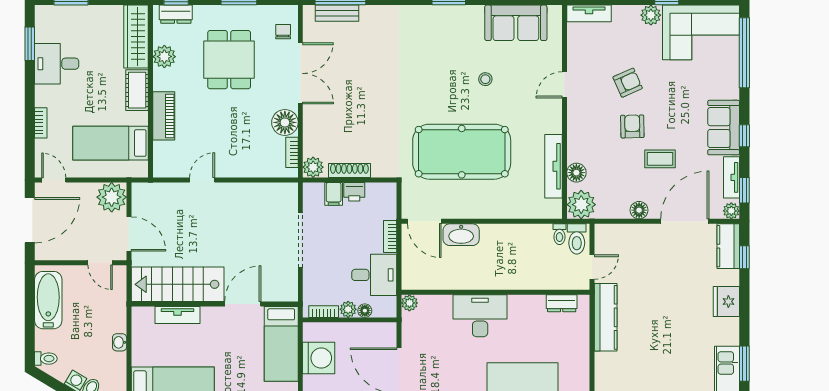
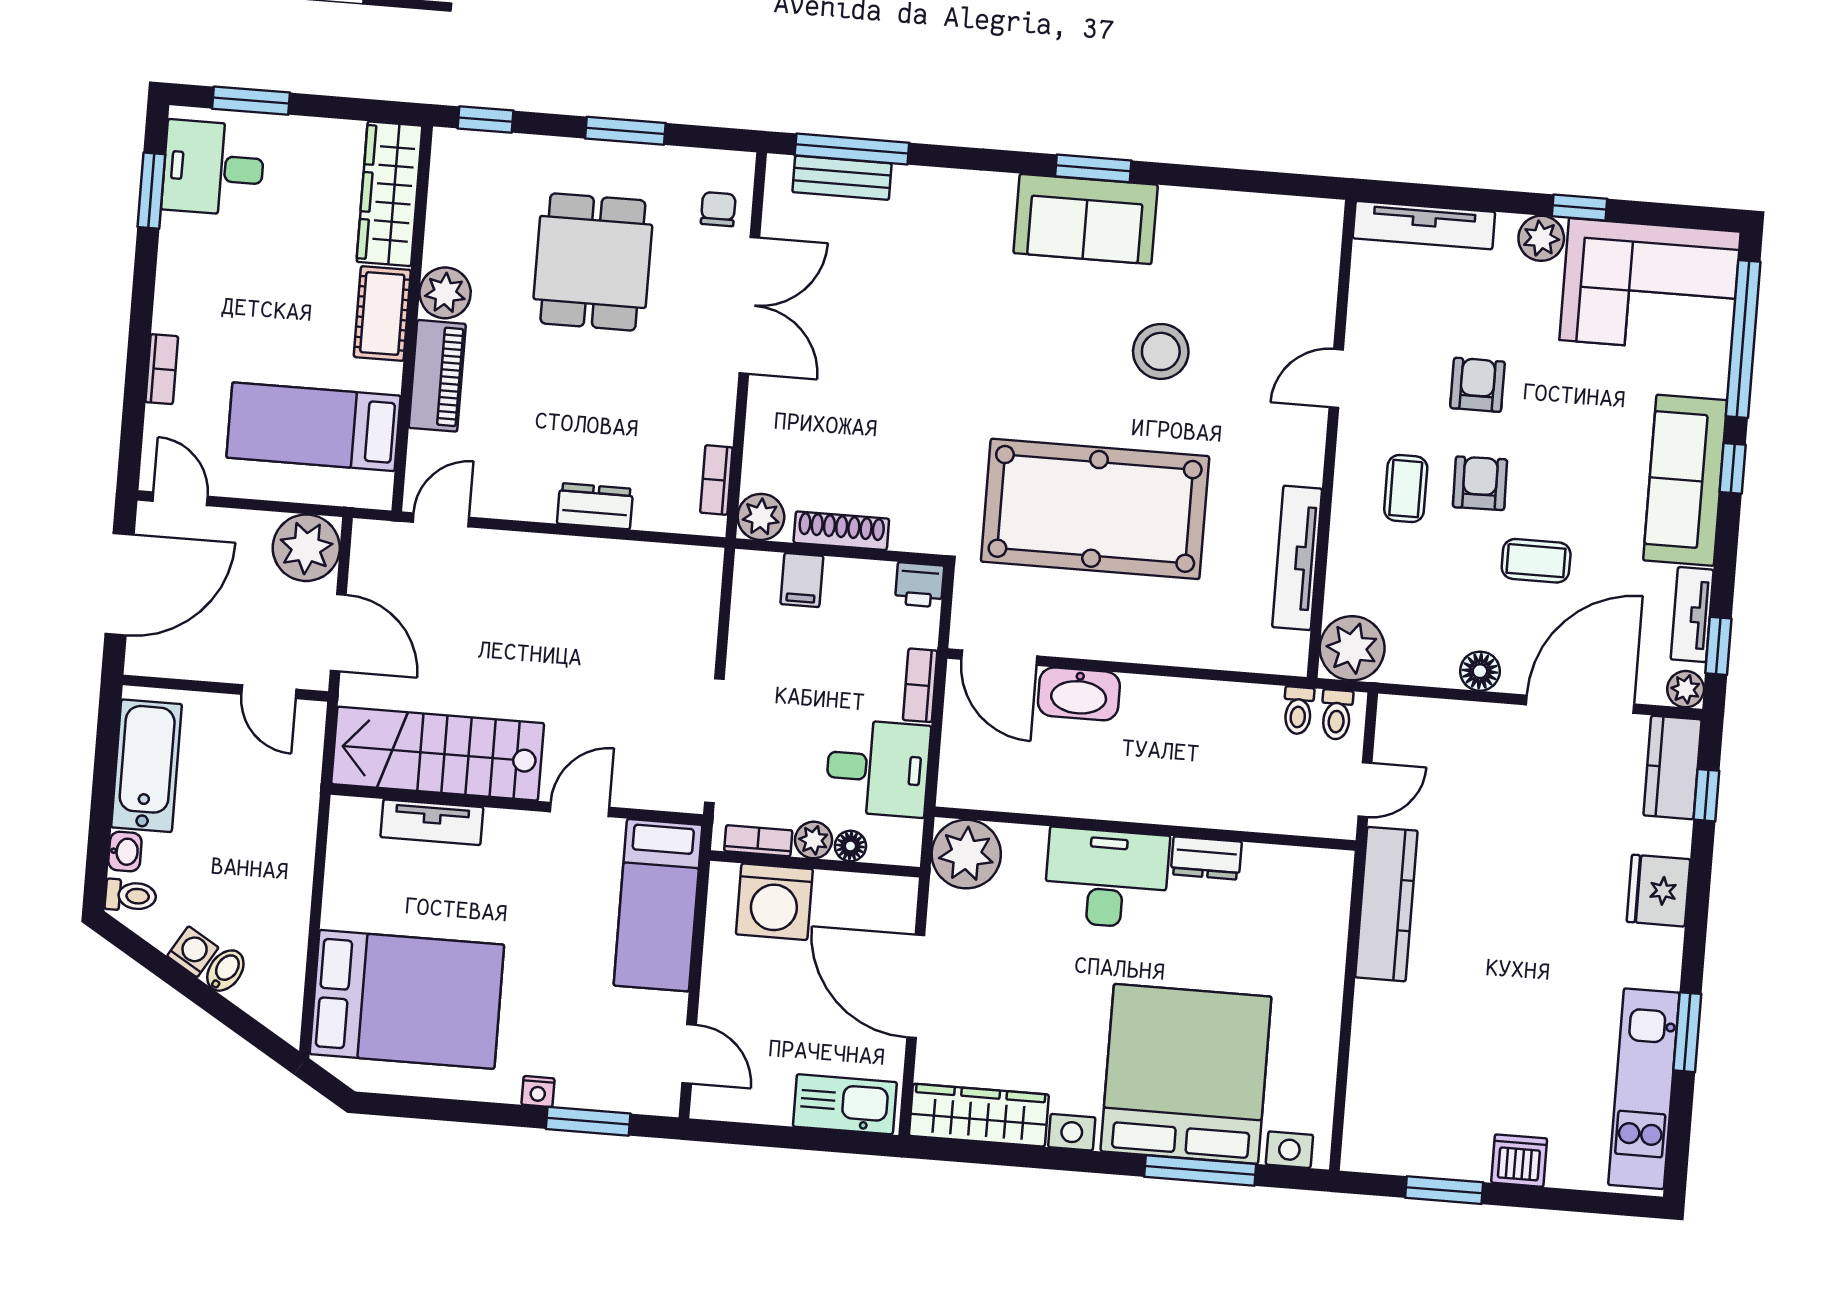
tv unit: (589, 13) -> (1424, 225), width x1.41
dresser: (176, 14) -> (595, 506), moved, turned 180
sofa: (516, 23) -> (1086, 219), moved
plant: (164, 57) -> (445, 293), moved
desk: (57, 64) -> (213, 168), moved
stool: (485, 79) -> (1161, 351), width x1.89, depth x1.89
armchair: (628, 83) -> (1477, 385), turned -66
floor lamp: (285, 122) -> (706, 412), removed
sofa: (724, 128) -> (1685, 480), width x1.36
coffee table: (599, 131) -> (1406, 489), added
window: (744, 136) -> (1733, 468), moved
floor lamp: (576, 173) -> (1347, 576), removed
door: (202, 180) -> (441, 520), moved
printer: (354, 192) -> (919, 585), moved
toilet: (577, 239) -> (1337, 715), width x0.73, depth x0.72
doorway: (300, 240) -> (714, 741), moved
plant: (409, 303) -> (966, 854), width x1.87, depth x1.87
dresser: (562, 303) -> (1206, 858), moved
door: (243, 304) -> (580, 810), width x0.73
washbasin: (120, 342) -> (125, 852), moved, turned 180
washing machine: (319, 358) -> (774, 902), moved, turned 90

